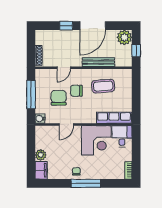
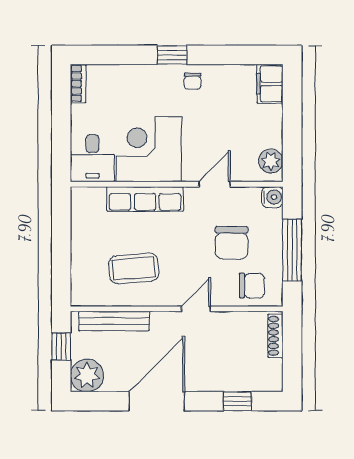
window: (66, 26) -> (237, 401), moved
bench: (98, 62) -> (114, 321), moved
door: (64, 68) -> (196, 309), moved
chair: (76, 91) -> (252, 286), moved
row of seats: (114, 118) -> (145, 199), moved
plant: (41, 155) -> (271, 161), moved
window: (86, 183) -> (172, 55), width x0.46

